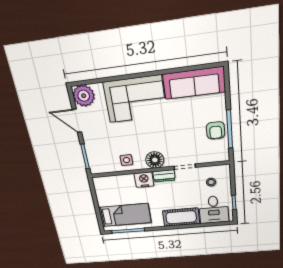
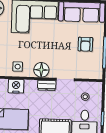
armchair: (216, 130) -> (85, 44), moved
nightstand: (144, 180) -> (16, 86), moved

